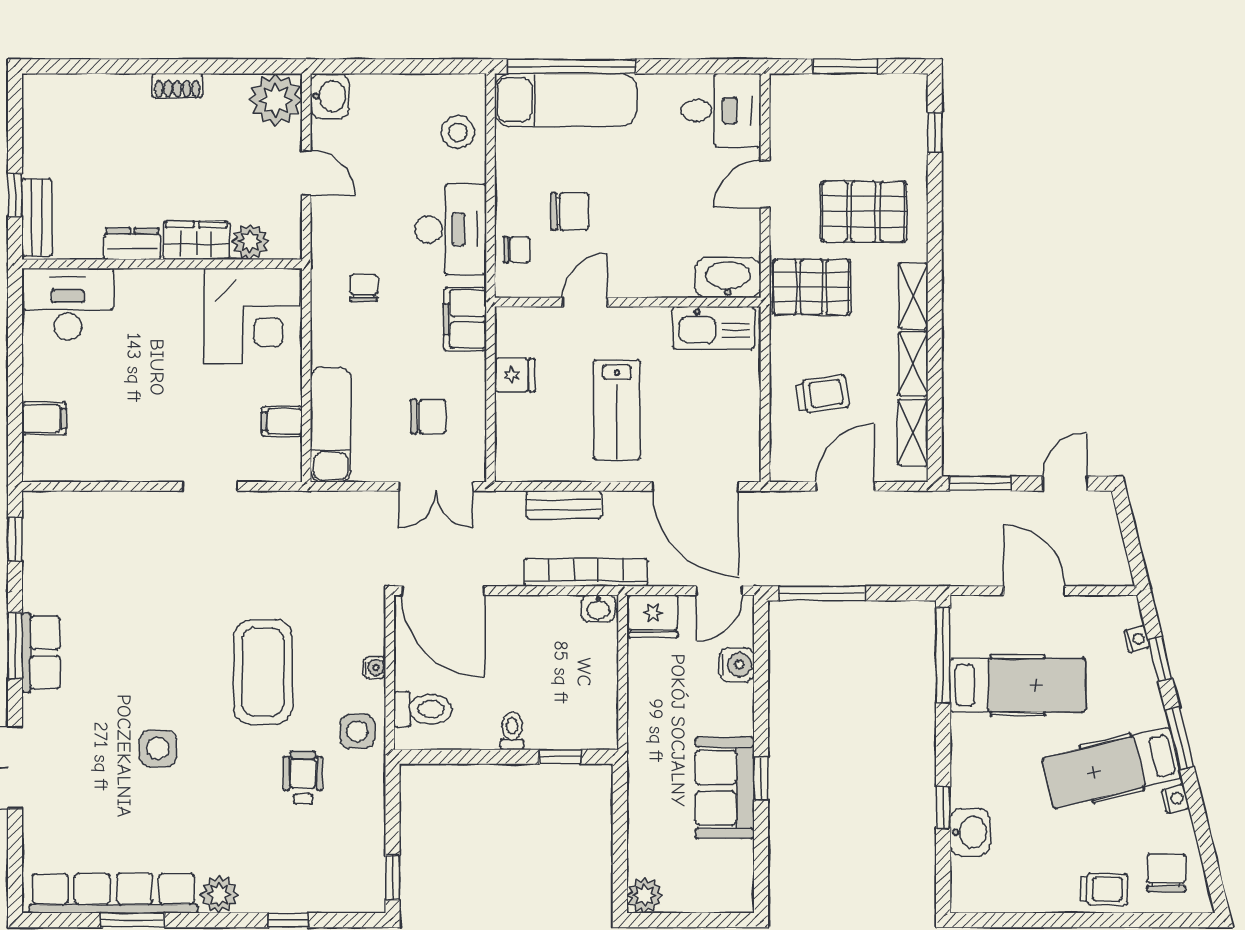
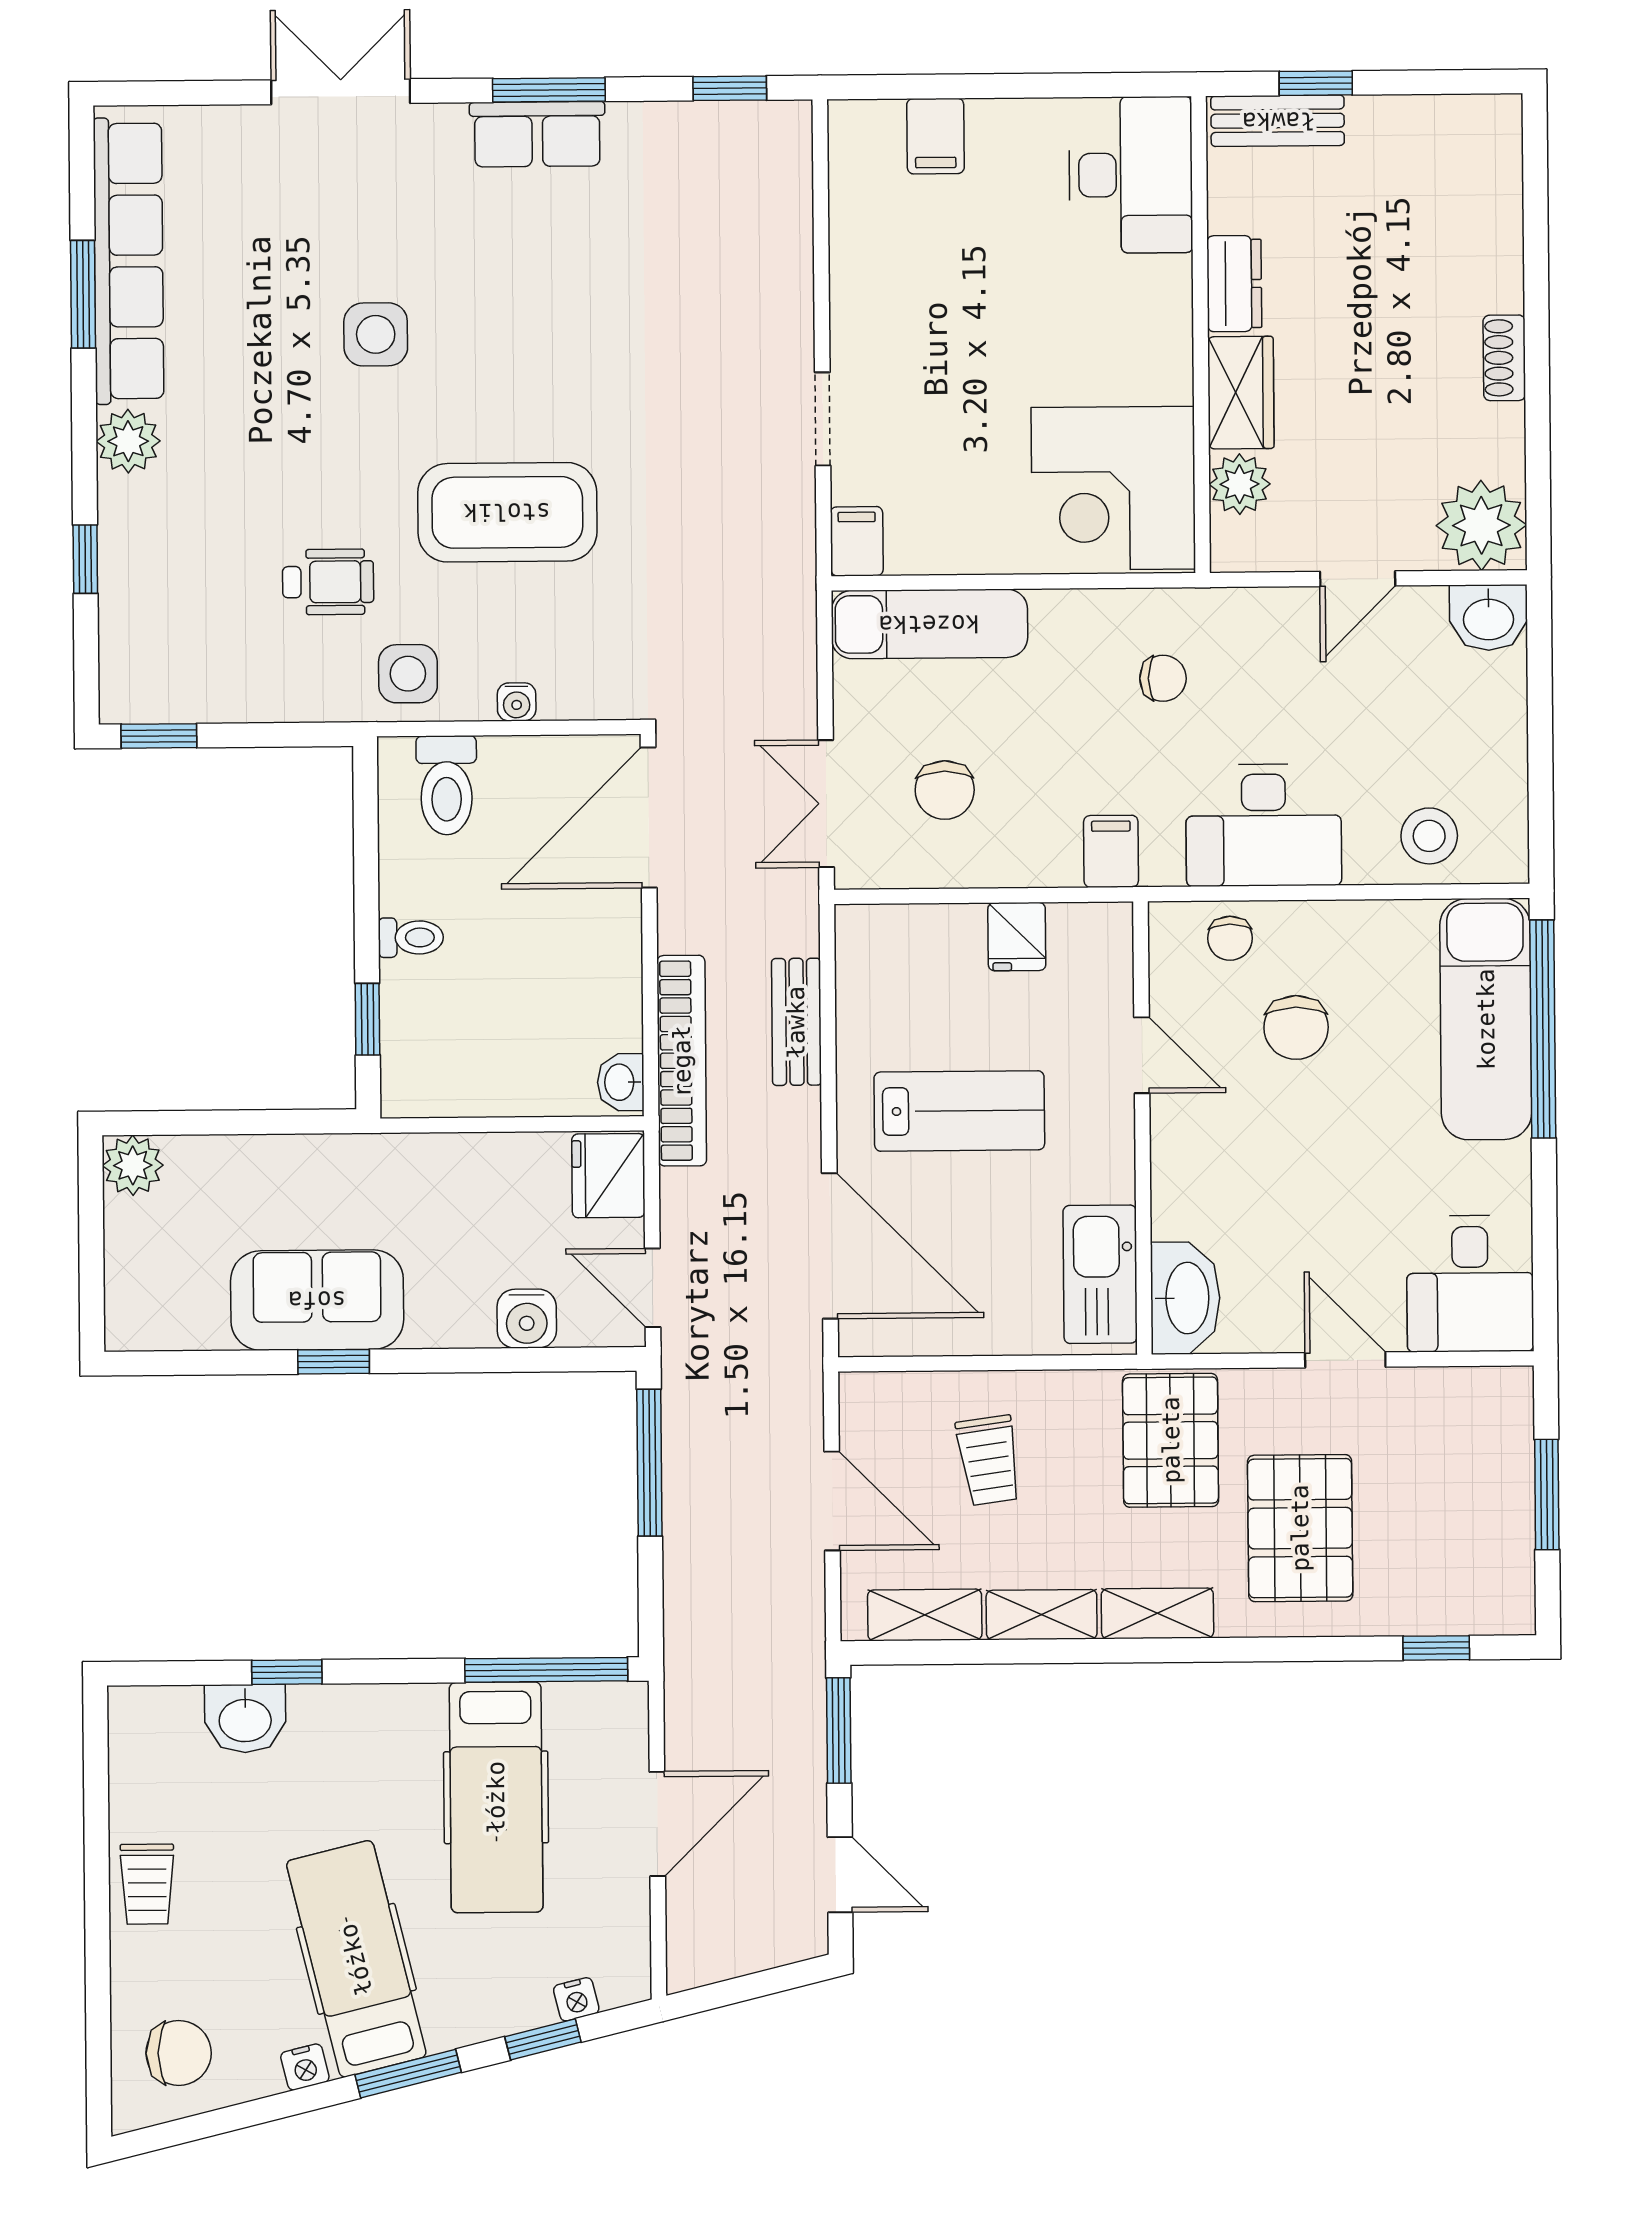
filing cabinet: (465, 319) -> (1111, 851), width x0.50
lab bench: (617, 410) -> (959, 1111), turned 180
filing cabinet: (282, 421) -> (857, 541), moved
door: (696, 486) -> (830, 1246), swing flipped
trolley: (1104, 889) -> (147, 1884), moved

